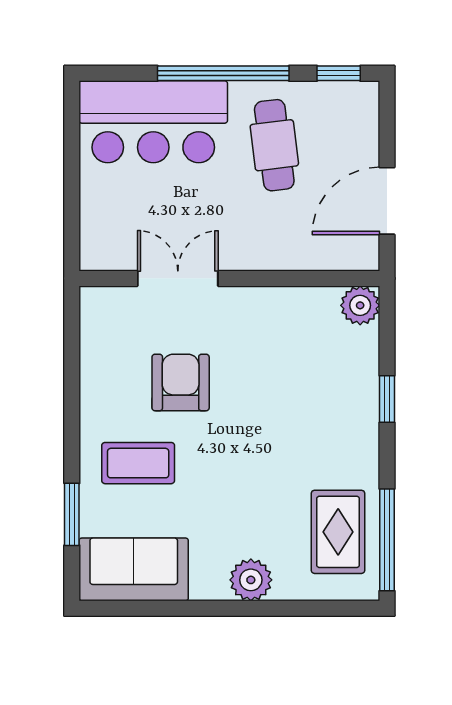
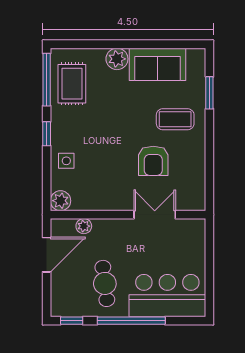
plant: (315, 256) -> (84, 226), added
double door: (178, 278) -> (155, 215), swing flipped
side table: (349, 383) -> (66, 161), added
window: (387, 399) -> (47, 134), moved
sofa: (134, 569) -> (158, 64), moved

